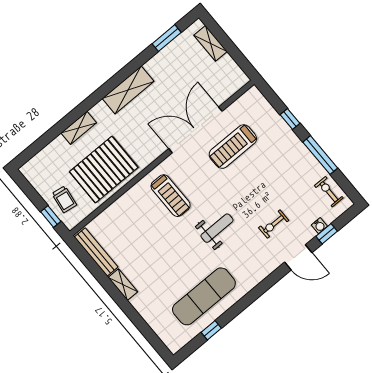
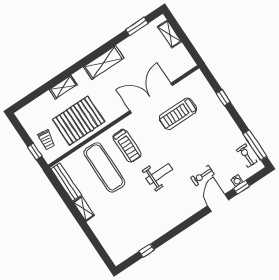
window: (320, 155) -> (255, 145), moved
door: (298, 257) -> (218, 203), swing flipped
exercise mat: (204, 296) -> (104, 167), moved, turned 90

